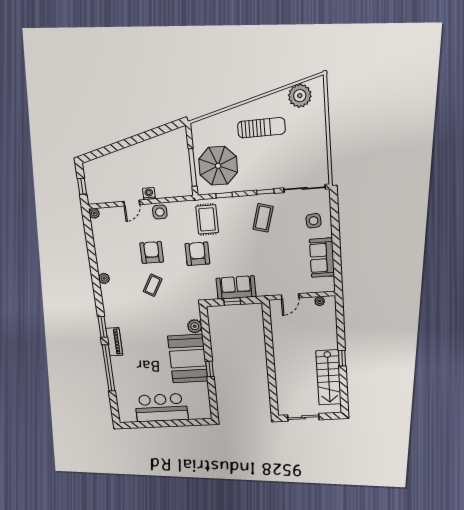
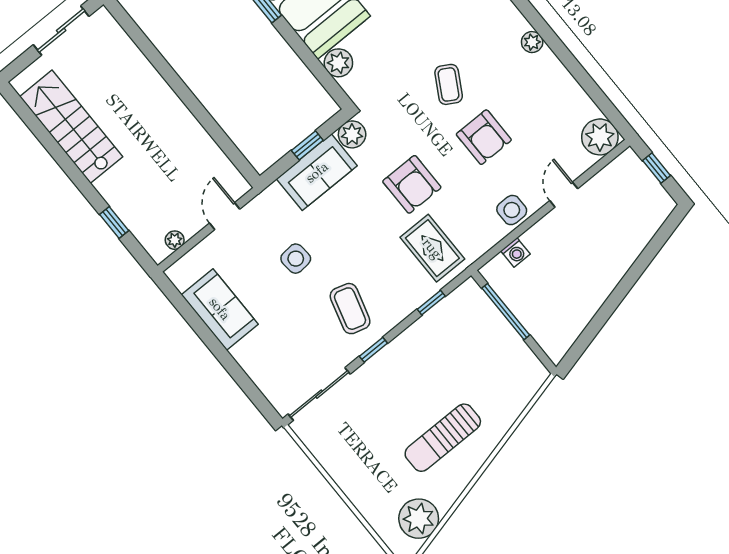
parasol: (218, 166) -> (469, 340), removed
washing machine: (149, 194) -> (515, 252), moved
plant: (94, 213) -> (600, 137), width x1.88, depth x1.88
side table: (314, 221) -> (296, 259), moved
plant: (209, 293) -> (352, 134), added
window: (342, 358) -> (114, 222), moved

